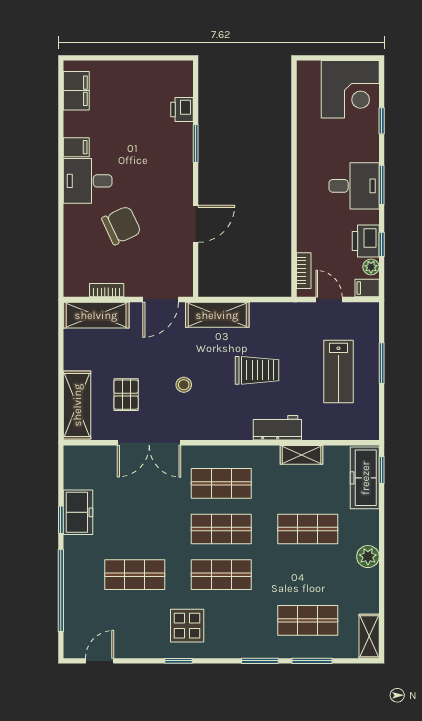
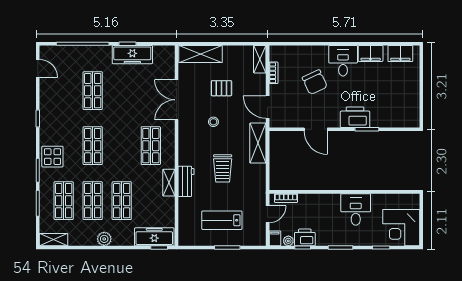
printer: (182, 110) -> (355, 117), moved, width x1.87, depth x1.48
filing cabinet: (76, 147) -> (371, 53), width x2.00
desk: (354, 186) -> (356, 209), moved, turned 180
shelving: (96, 315) -> (260, 59), width x0.67, depth x0.75
pallet: (126, 395) -> (221, 88), moved
shelving: (301, 455) -> (169, 183), moved
freezer: (78, 512) -> (132, 55), width x1.40
shop shelf: (221, 529) -> (93, 201), moved
display table: (187, 626) -> (52, 157), moved

